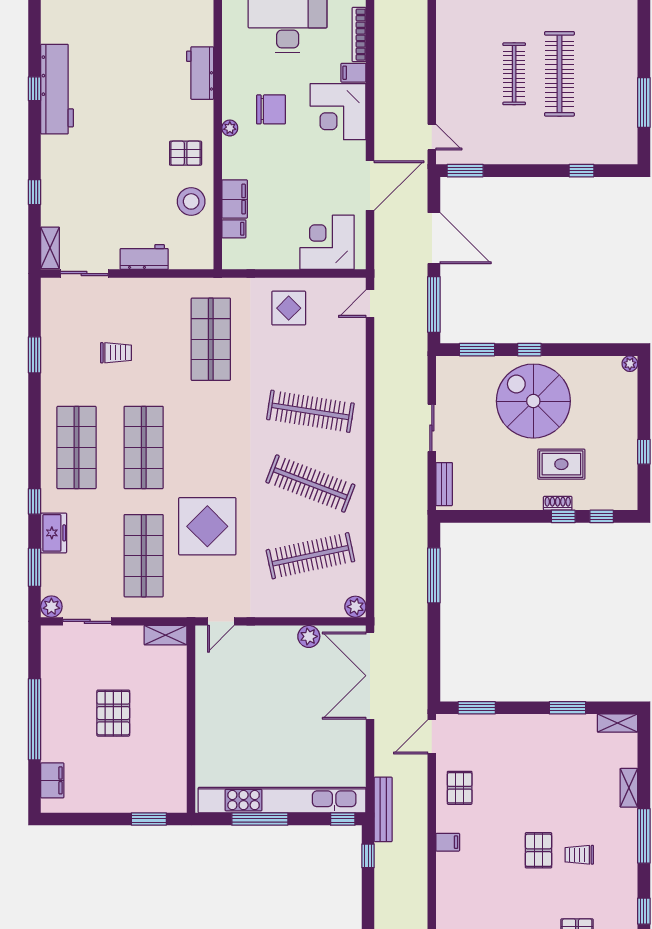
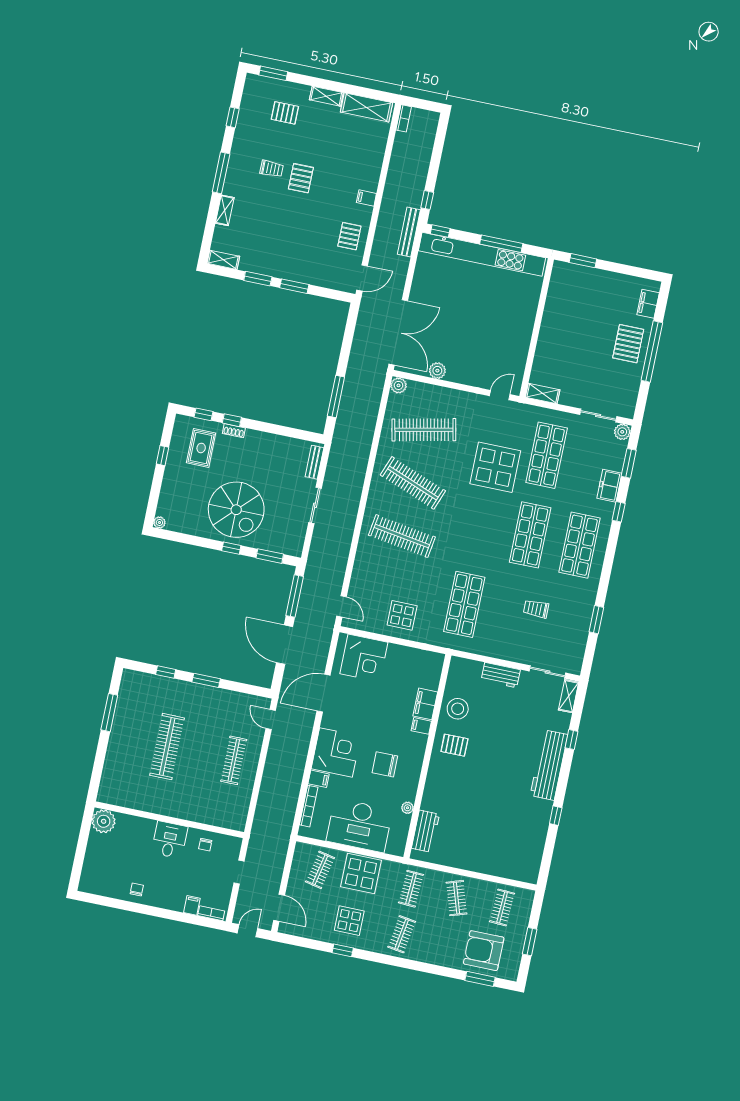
workbench: (200, 73) -> (425, 831), moved
clothes rail: (514, 74) -> (234, 760), moved
workbench: (57, 89) -> (549, 765), moved
plant: (230, 128) -> (407, 808), moved
window: (465, 171) -> (206, 680), moved
filing cabinet: (234, 229) -> (421, 726), moved
door: (370, 304) -> (342, 606), hinge flipped
rug: (561, 464) -> (201, 448), moved, turned 90
window: (477, 708) -> (294, 286), moved
pallet: (113, 713) -> (628, 344), moved

